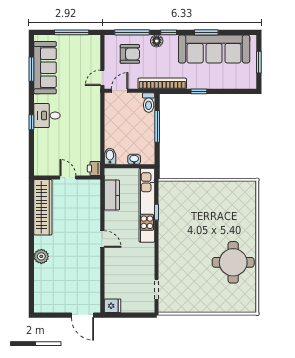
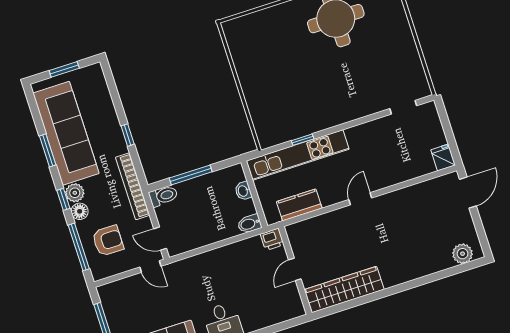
plant: (171, 42) -> (75, 193), added
armchair: (130, 54) -> (108, 241), turned 90
plant: (41, 256) -> (463, 254), moved

